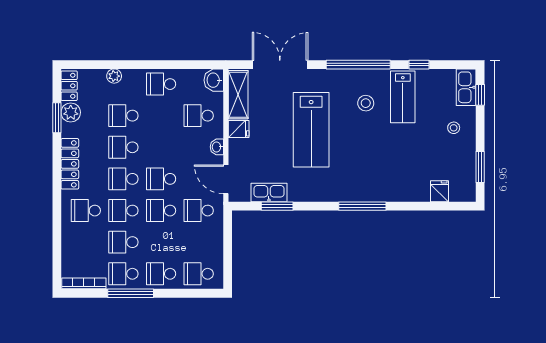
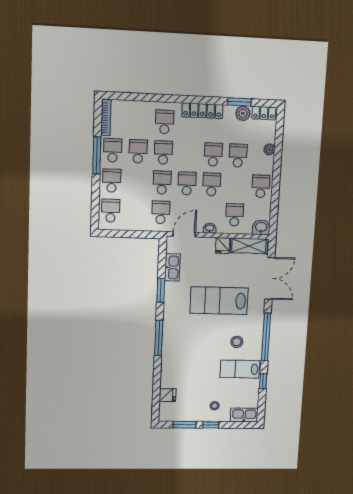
window: (480, 95) -> (211, 425), moved
school desk: (123, 179) -> (212, 184), moved
window: (277, 206) -> (161, 290), moved

